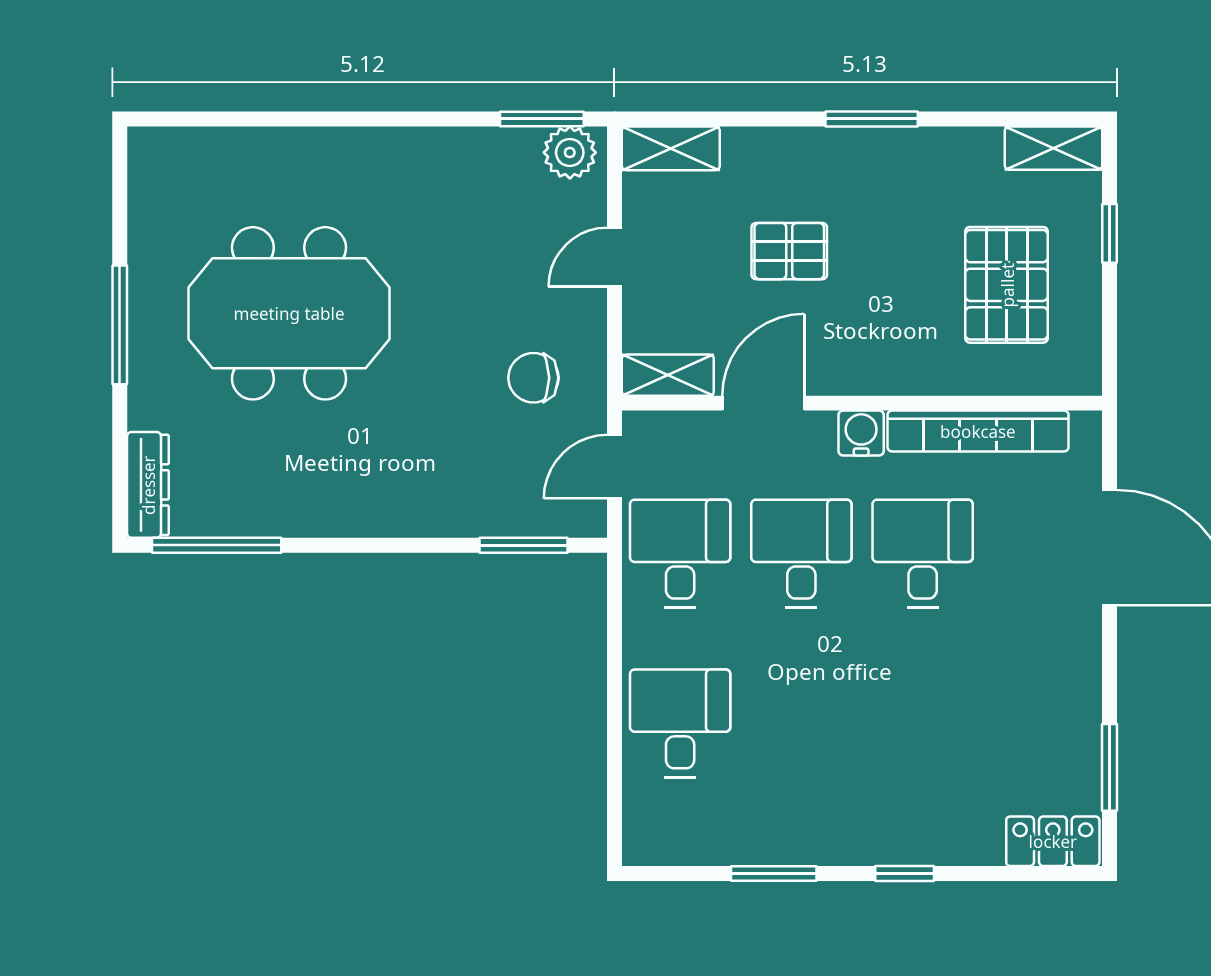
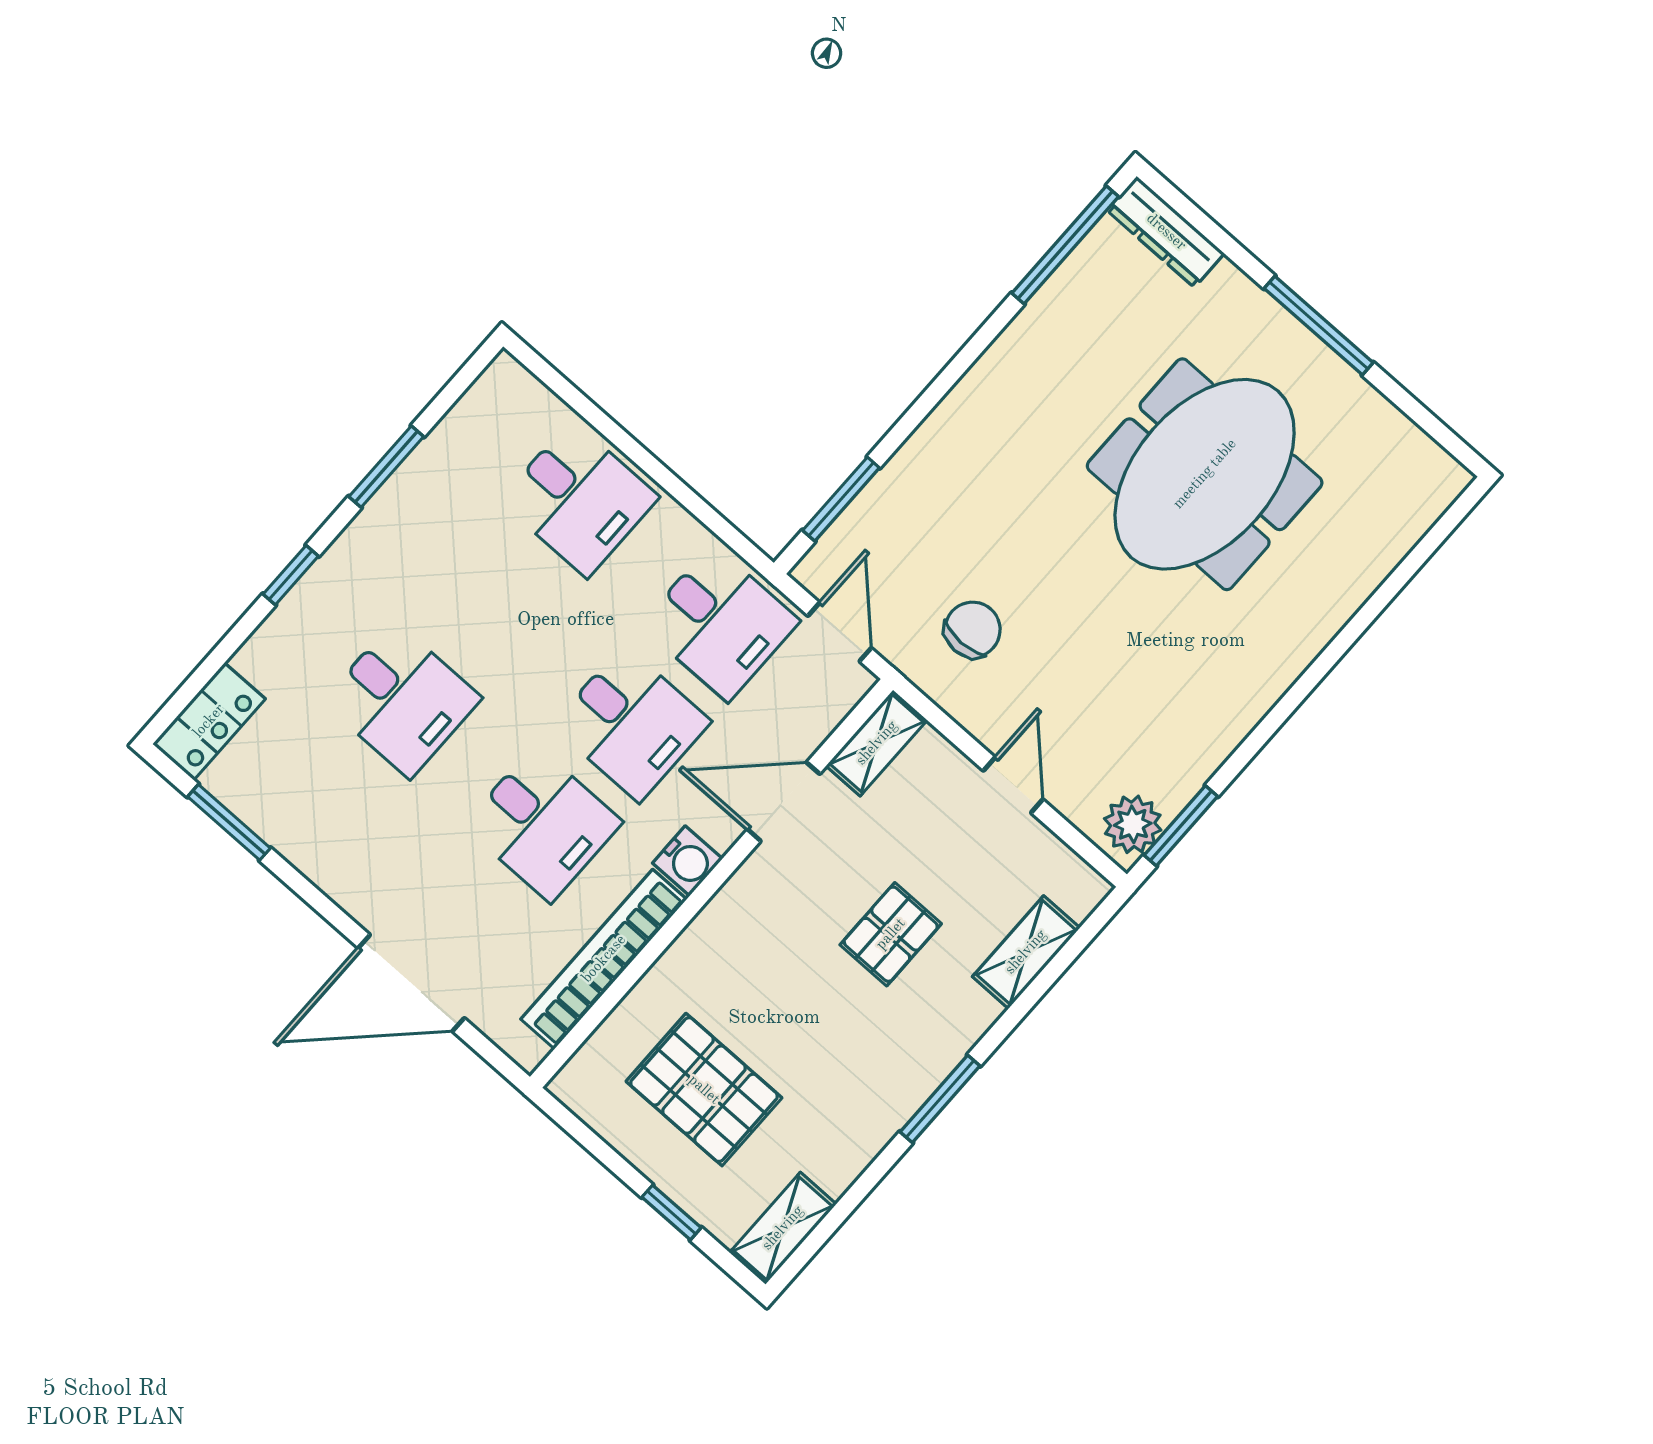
shelving: (671, 148) -> (1026, 952), moved
door: (763, 403) -> (784, 802), swing flipped
desk: (923, 723) -> (402, 700), added

